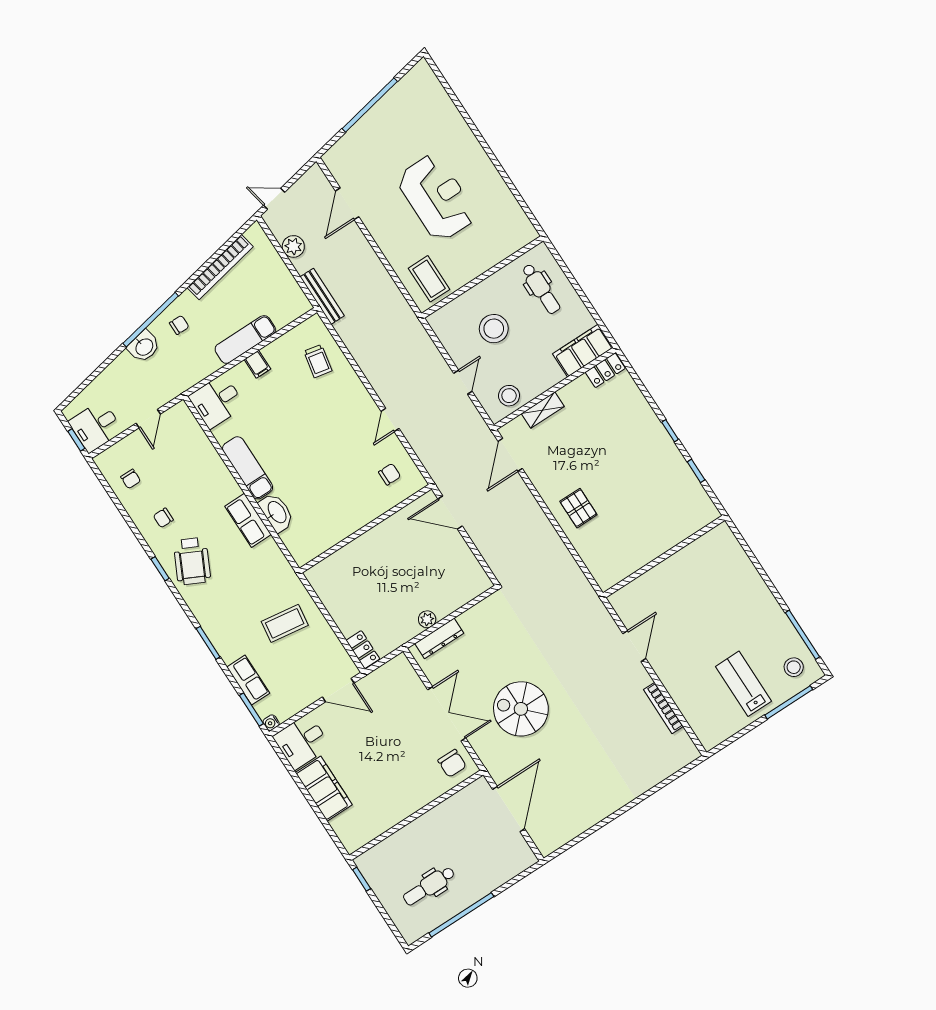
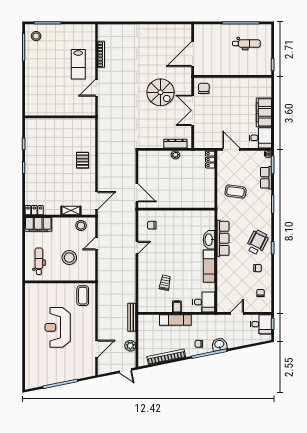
trolley: (318, 361) -> (165, 283), moved
row of seats: (248, 520) -> (223, 238), width x1.48
lab bench: (744, 684) -> (78, 64), moved

